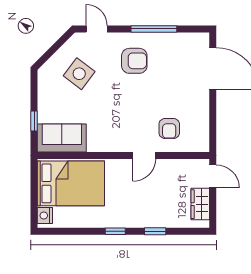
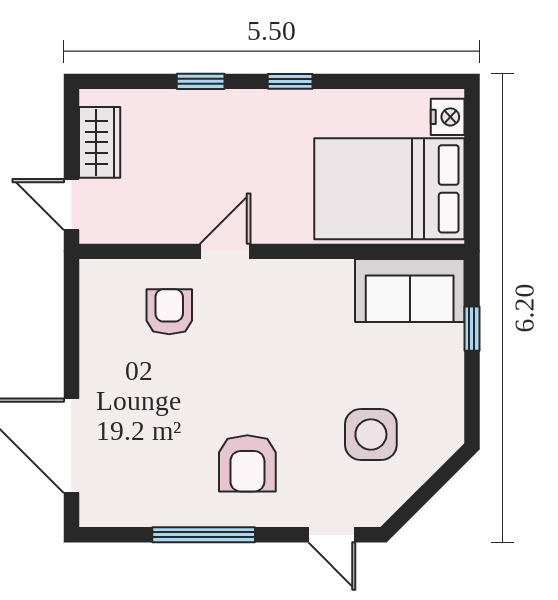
armchair: (134, 61) -> (247, 463), turned -90
side table: (79, 74) -> (371, 434), turned -37

